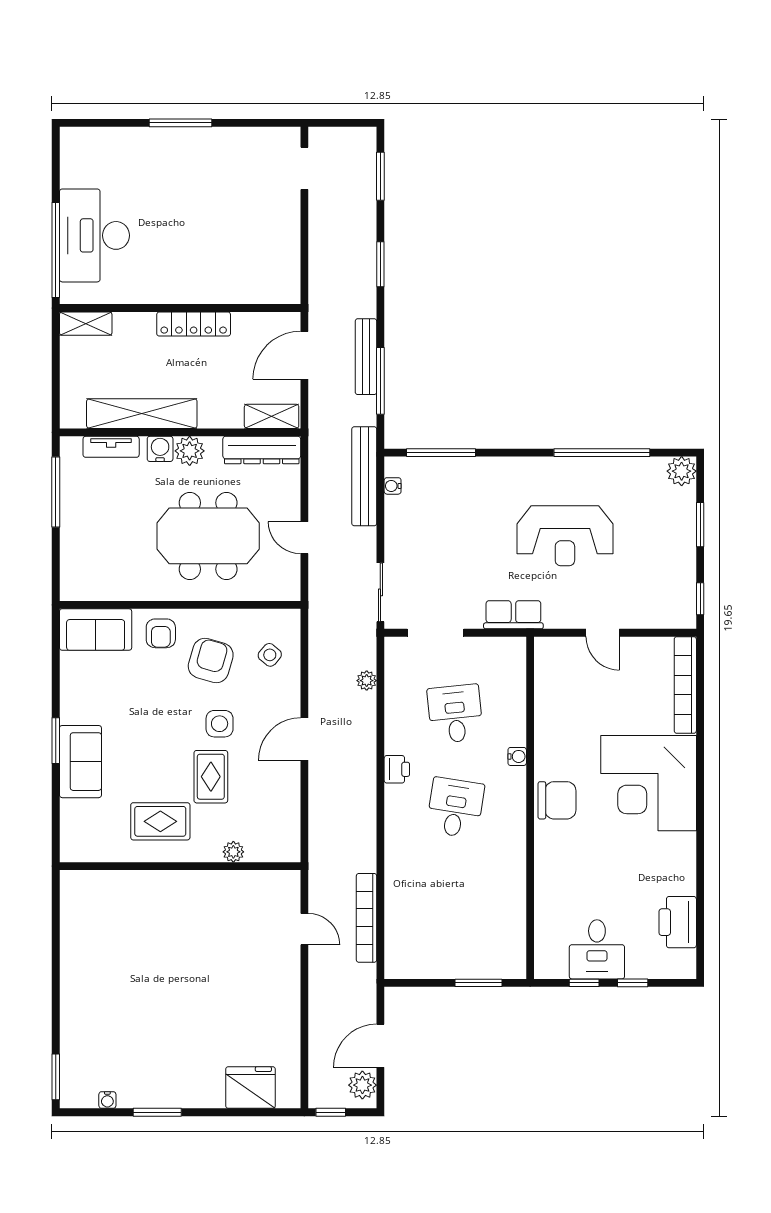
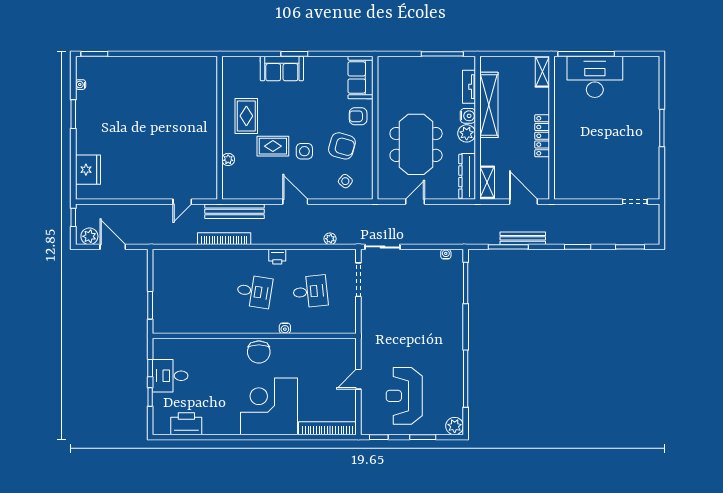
bench: (364, 476) -> (234, 211), moved
reception desk: (565, 536) -> (404, 396), moved
row of seats: (513, 615) -> (369, 326), removed
bookcase: (367, 918) -> (224, 239), moved

